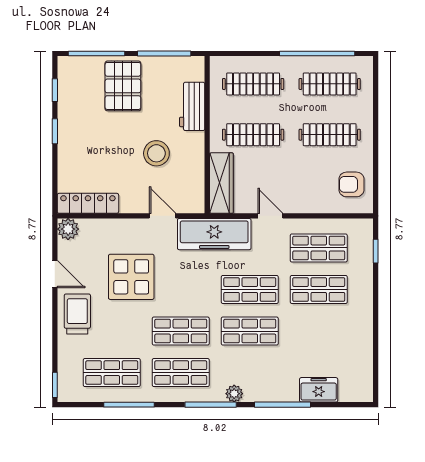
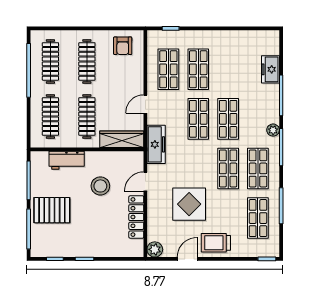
locker: (88, 203) -> (136, 217), moved
freezer: (214, 234) -> (156, 144), width x0.73, depth x0.79

